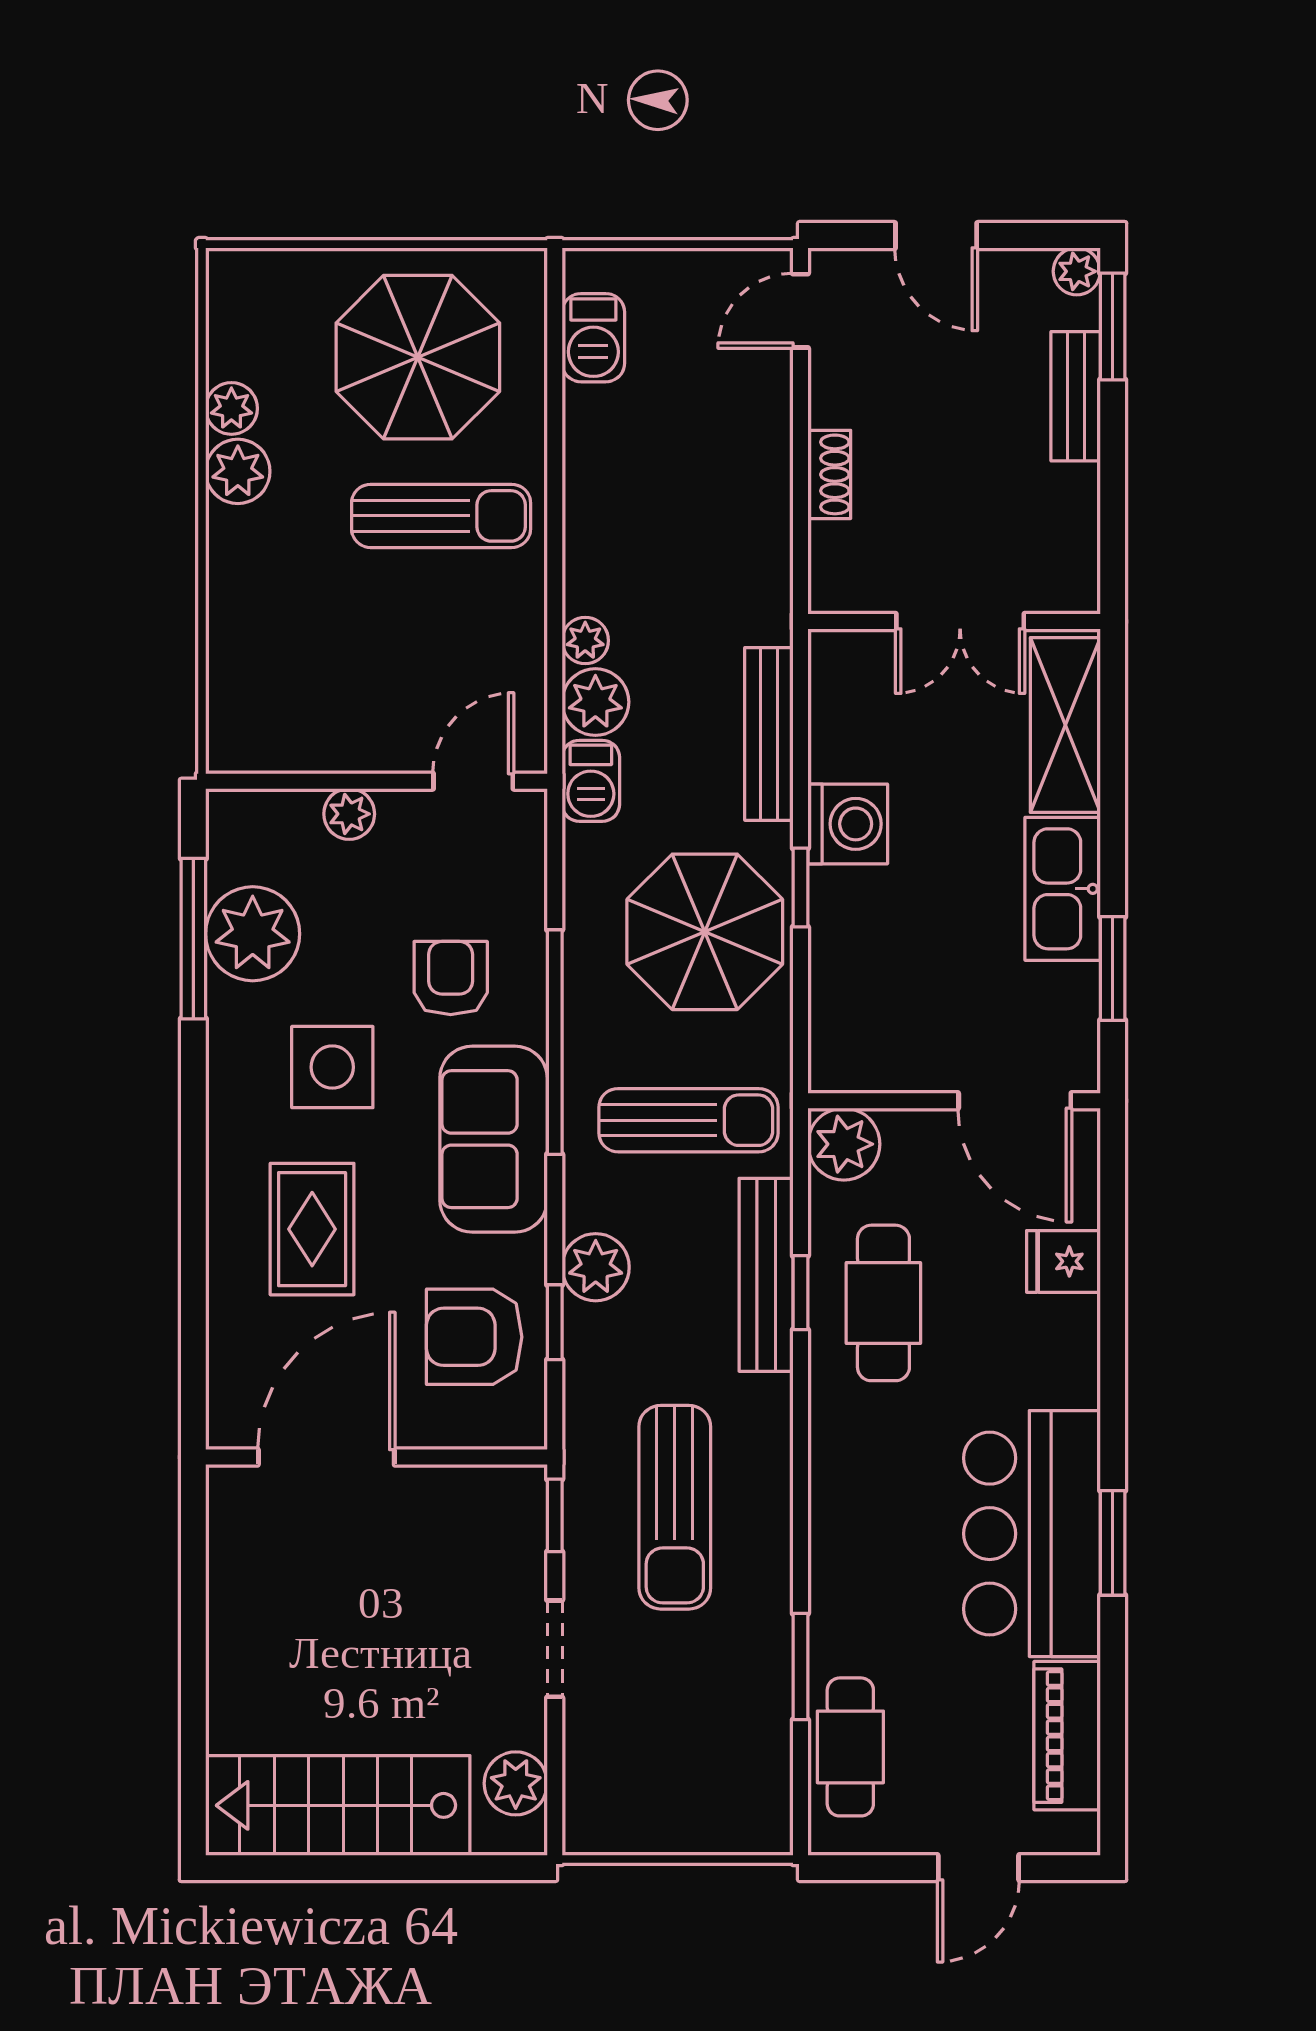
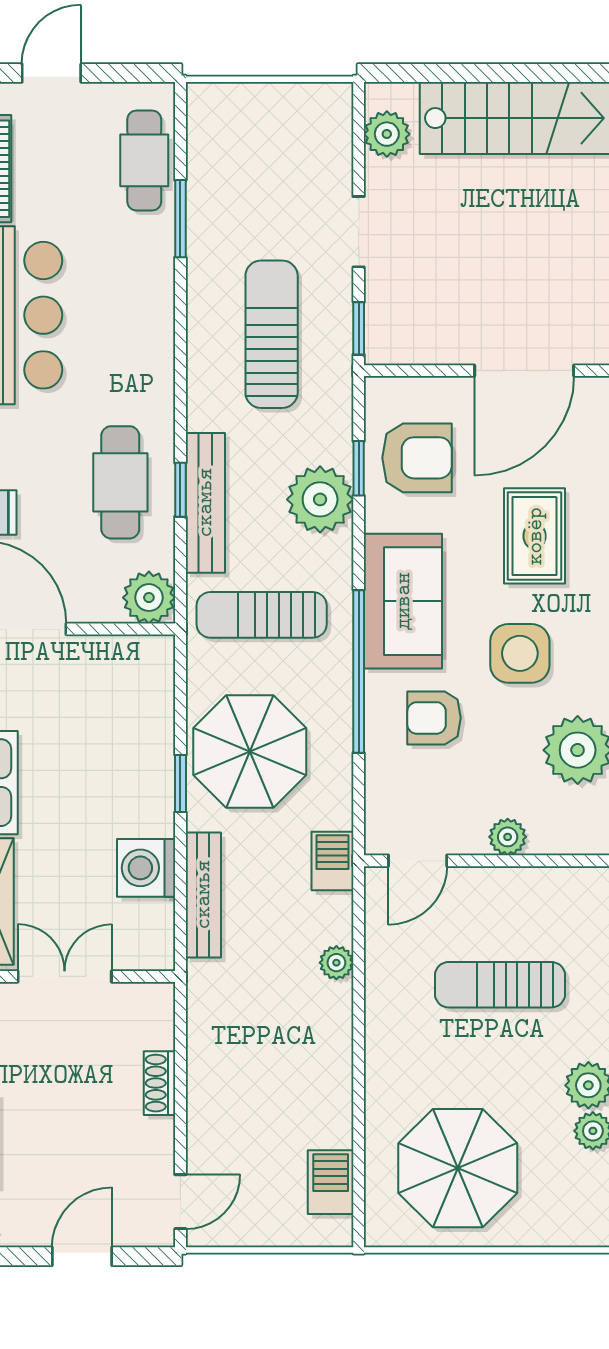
door: (936, 236) -> (82, 1256), hinge flipped
sun lounger: (441, 516) -> (500, 985), moved
plant: (595, 702) -> (329, 918), removed
washing machine: (848, 824) -> (146, 868), moved
armchair: (451, 978) -> (434, 718), turned 90
plant: (596, 1267) -> (320, 499), width x1.36, depth x1.36

